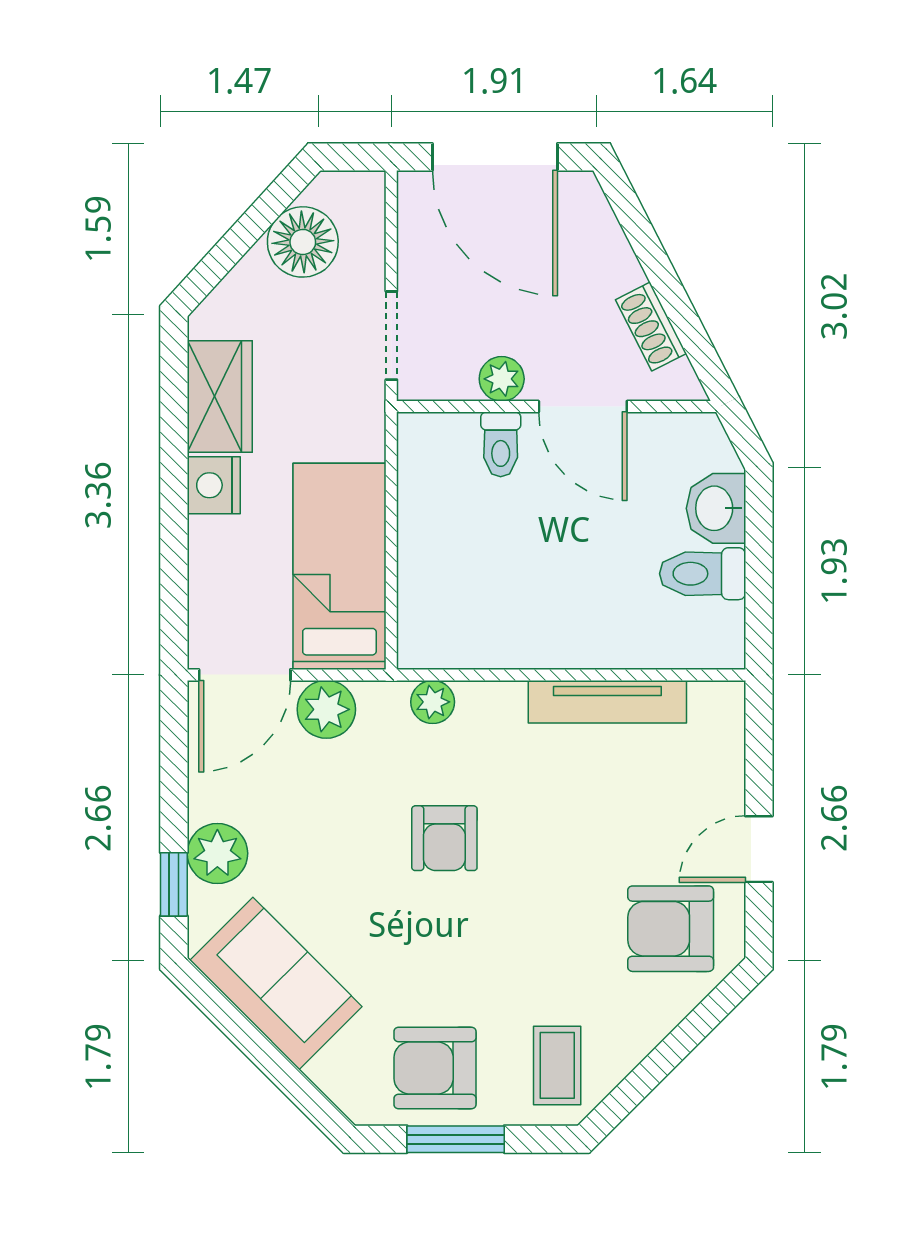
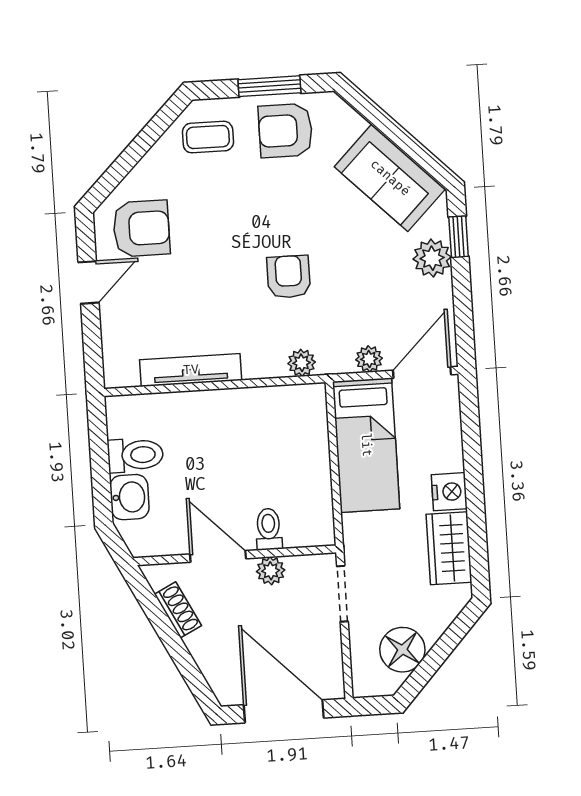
plant: (326, 709) -> (369, 359), width x0.73, depth x0.73
coffee table: (557, 1065) -> (208, 137), turned 90
armchair: (435, 1068) -> (285, 131), turned 180

